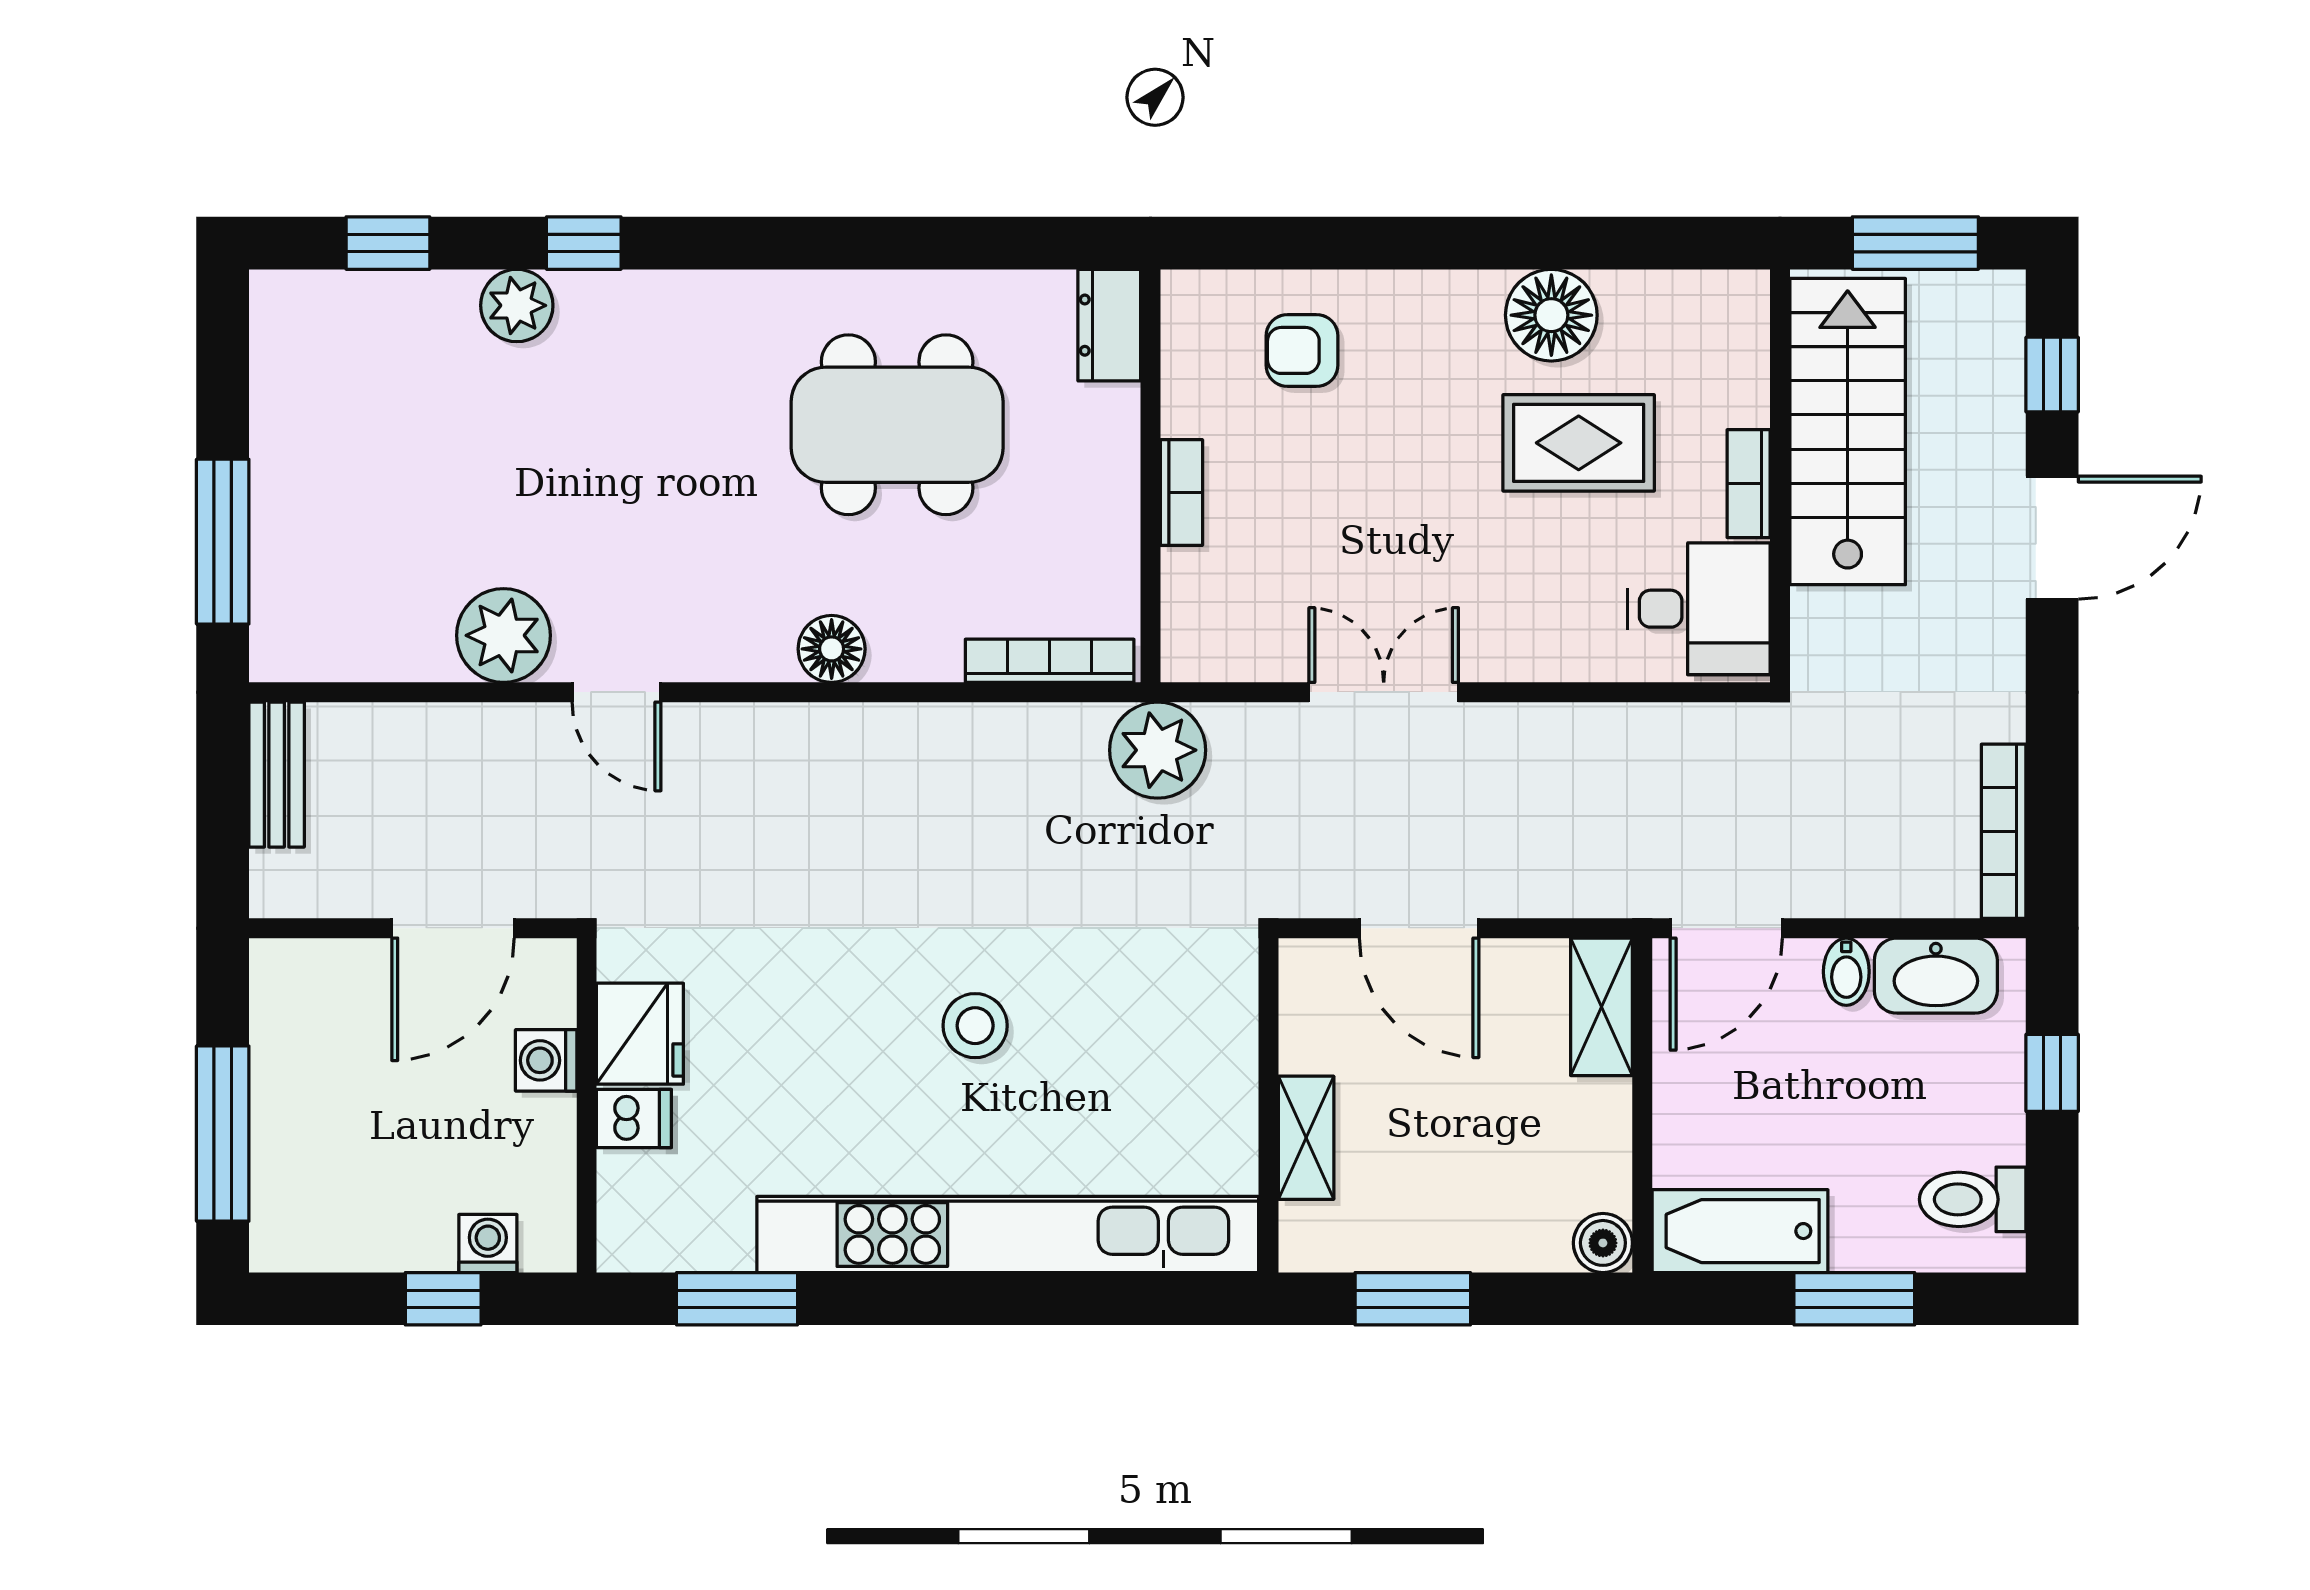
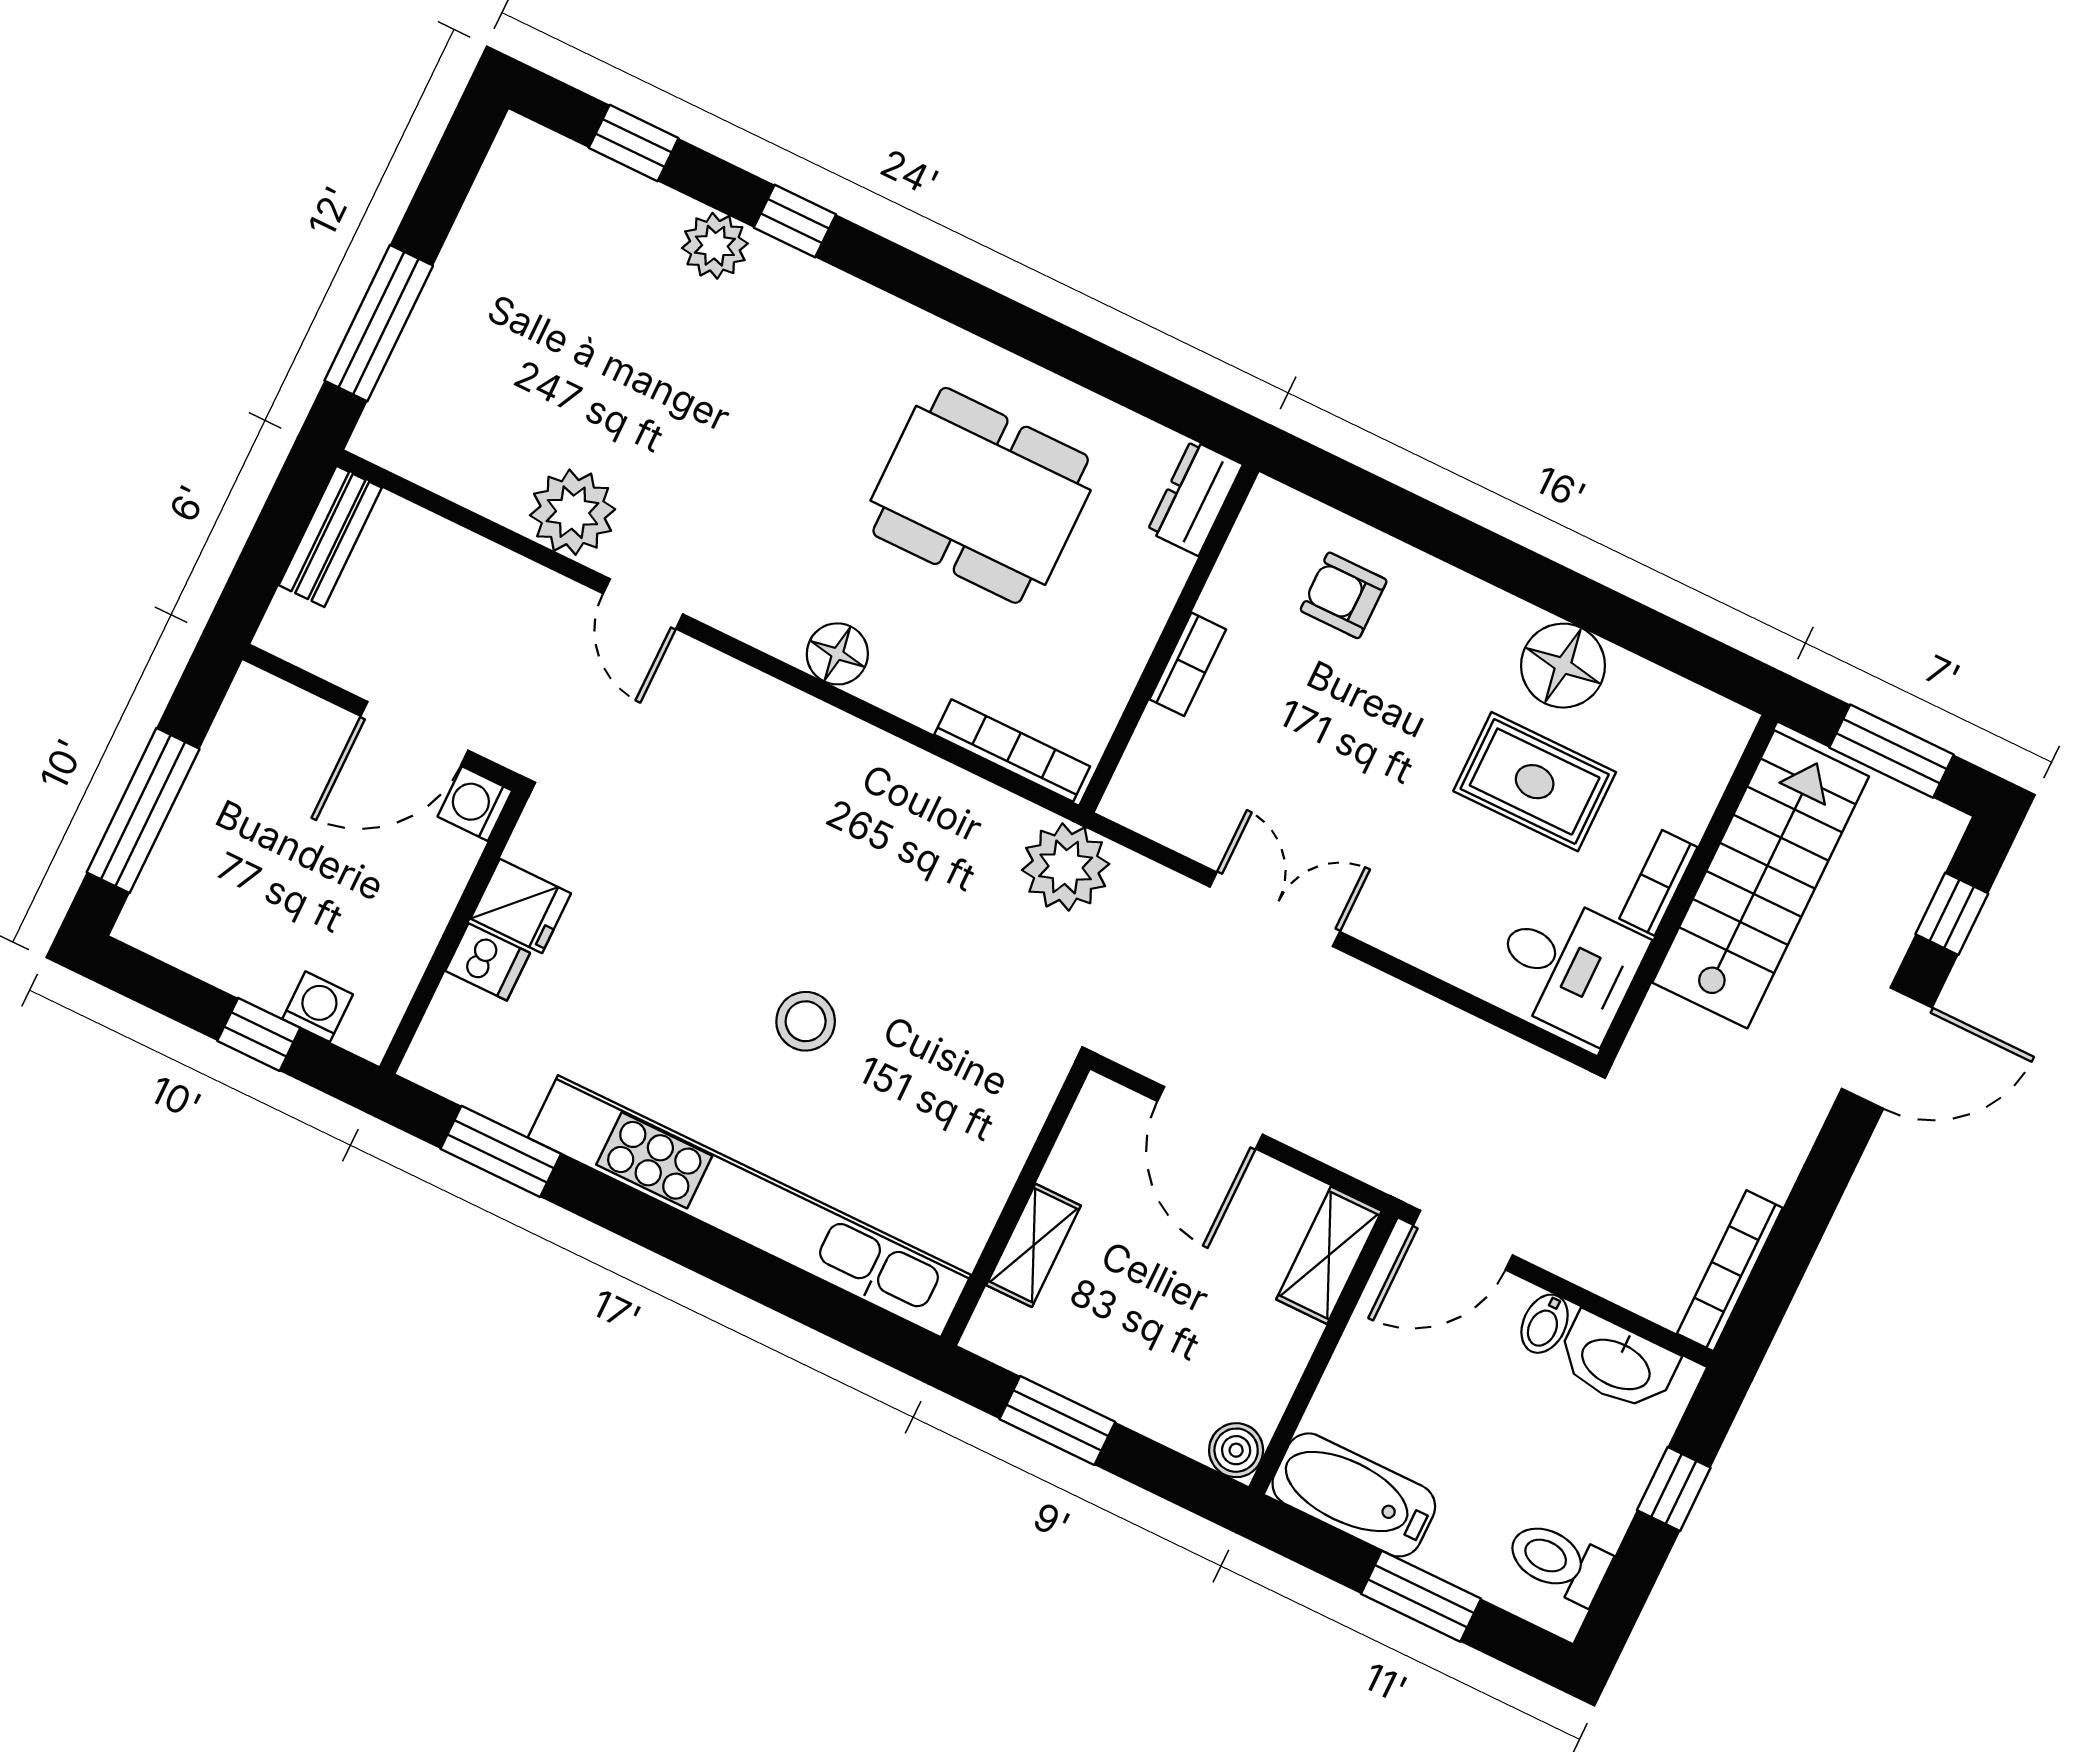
fridge: (640, 1034) -> (521, 906), width x0.72
washing machine: (546, 1060) -> (475, 804), moved

